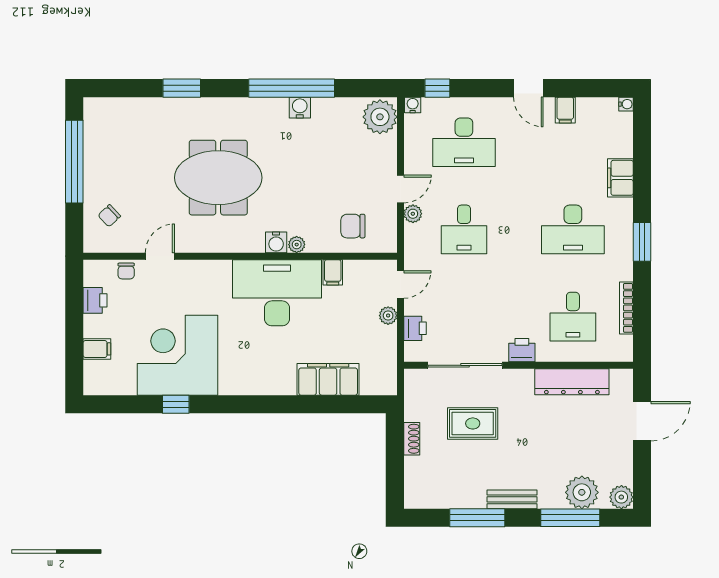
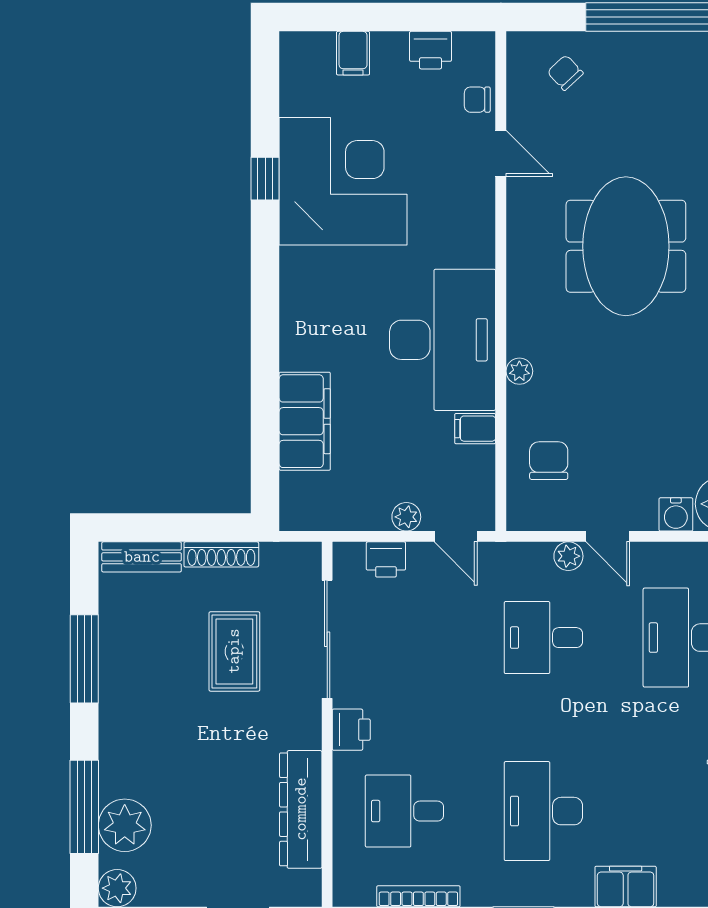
water cooler: (276, 242) -> (676, 514), moved, turned -90
shoe rack: (412, 439) -> (221, 554), width x1.43
bench: (512, 499) -> (142, 557), moved, turned 90

